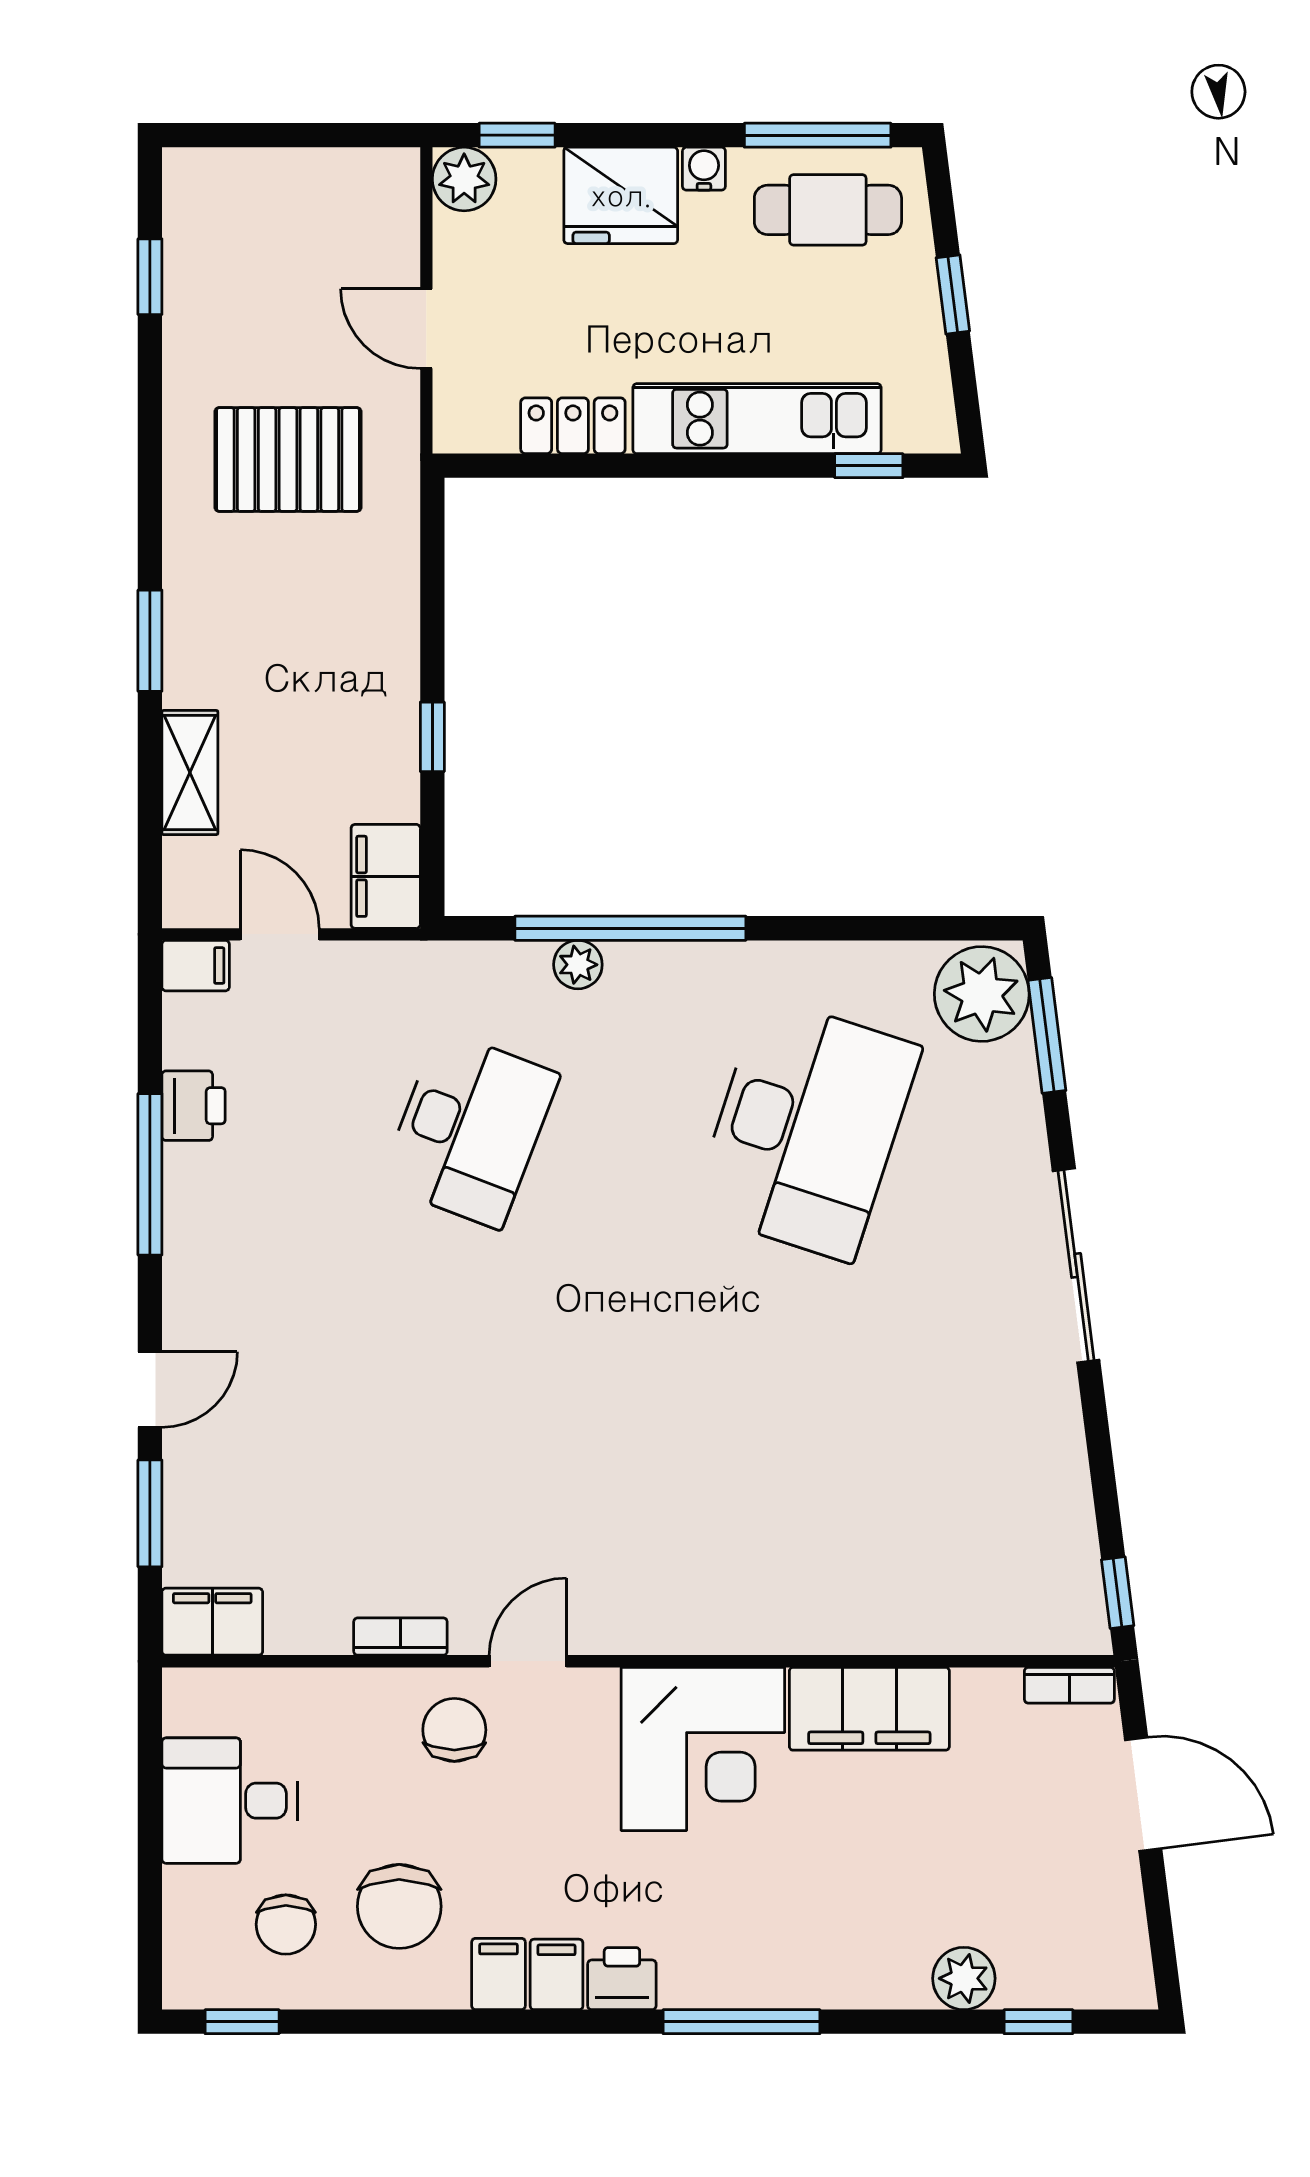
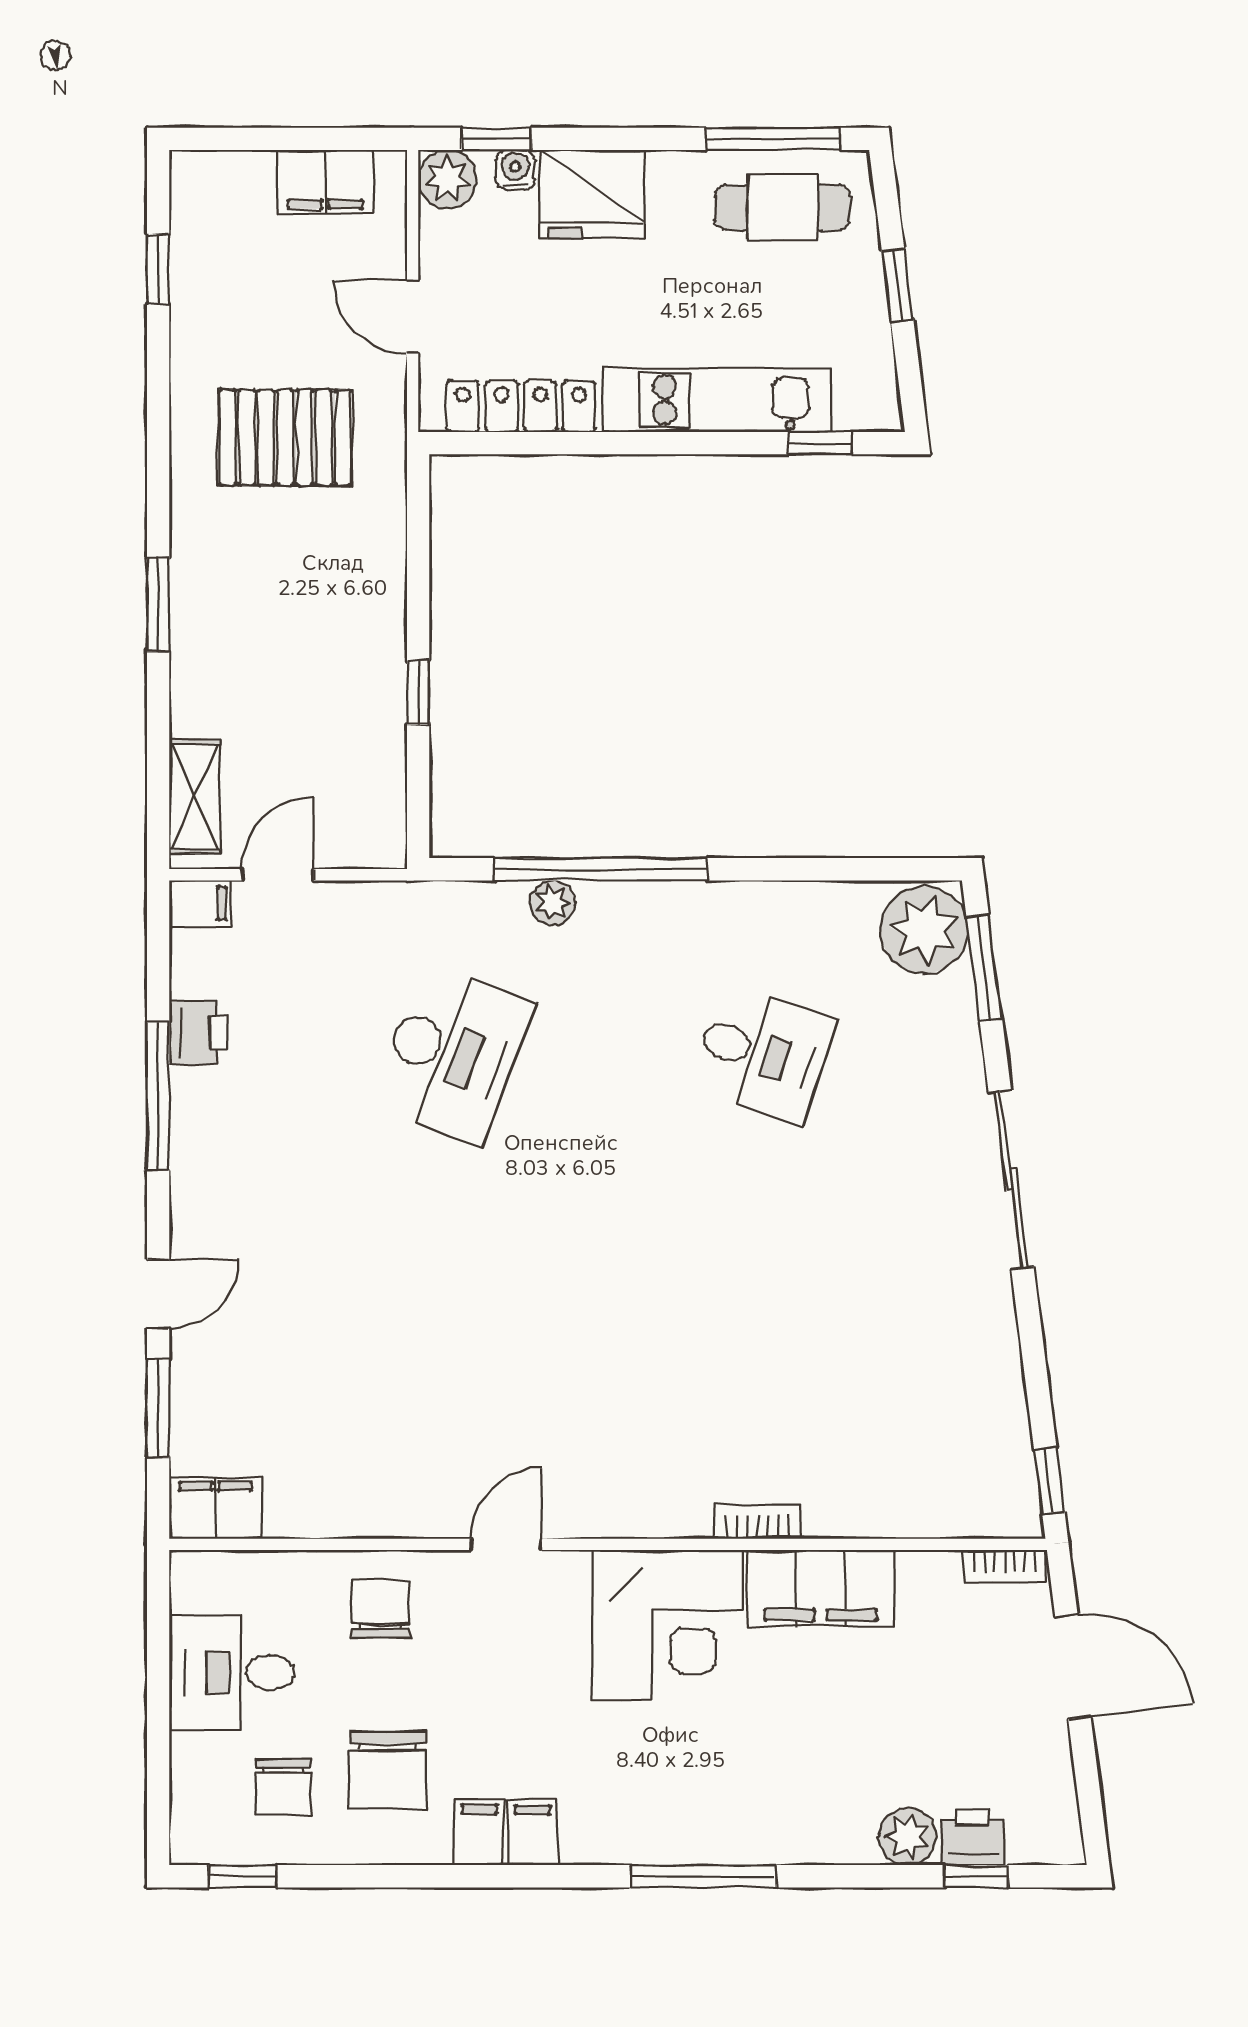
water cooler: (704, 169) -> (515, 170), moved
locker: (573, 426) -> (521, 406), width x1.53
shelving: (190, 773) -> (195, 797), moved
filing cabinet: (386, 876) -> (325, 182), moved, turned -90
door: (280, 934) -> (278, 875), hinge flipped
desk: (807, 1129) -> (763, 1054), width x0.53, depth x0.77
bookcase: (400, 1637) -> (758, 1522), moved
chair: (454, 1730) -> (380, 1609), moved
printer: (622, 1979) -> (972, 1837), moved

